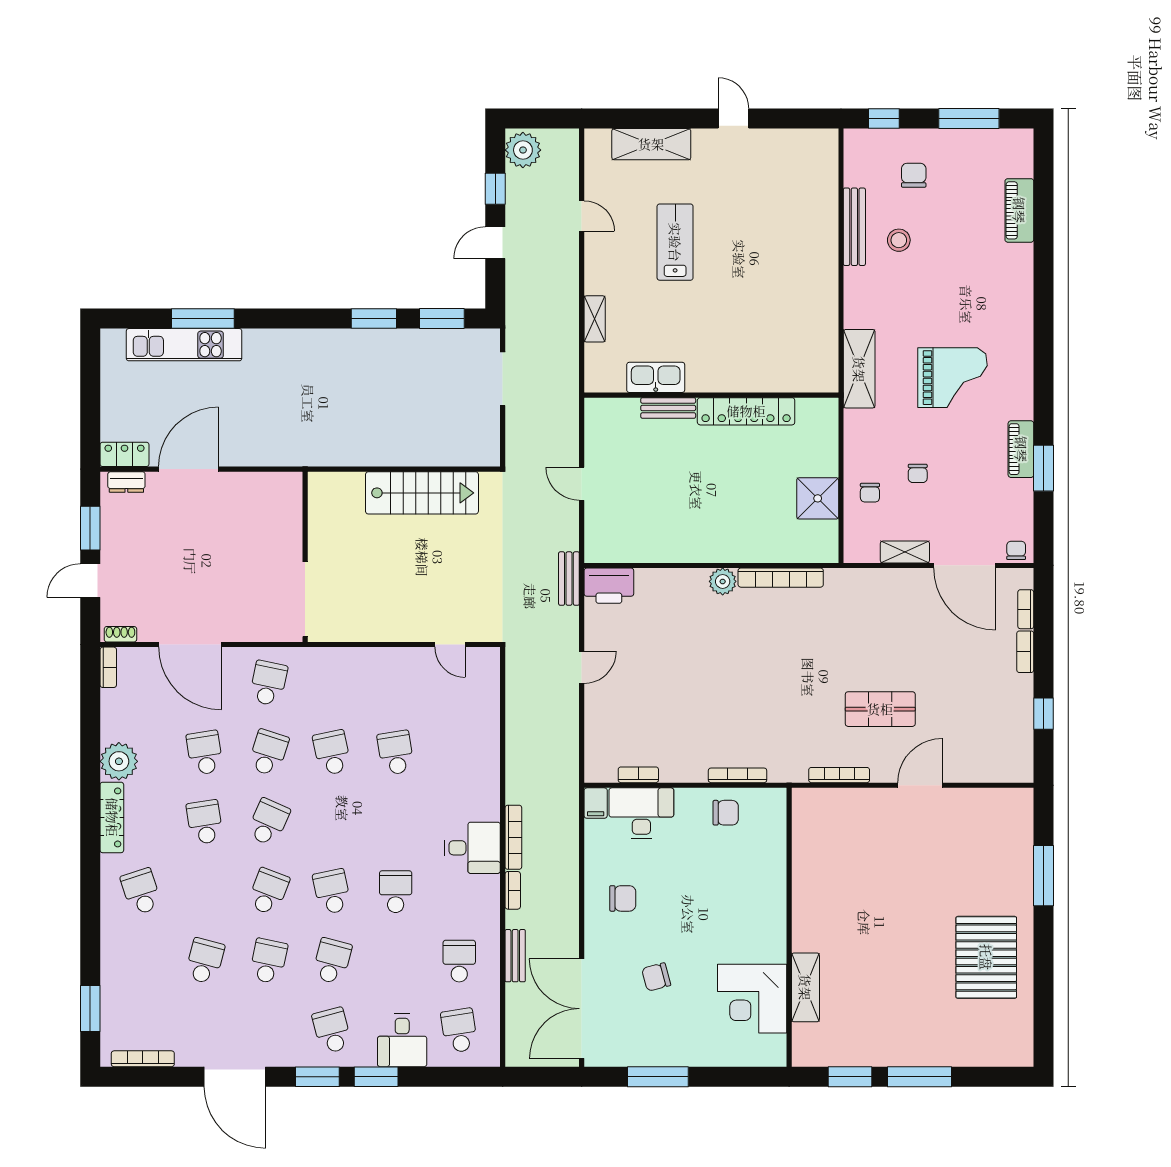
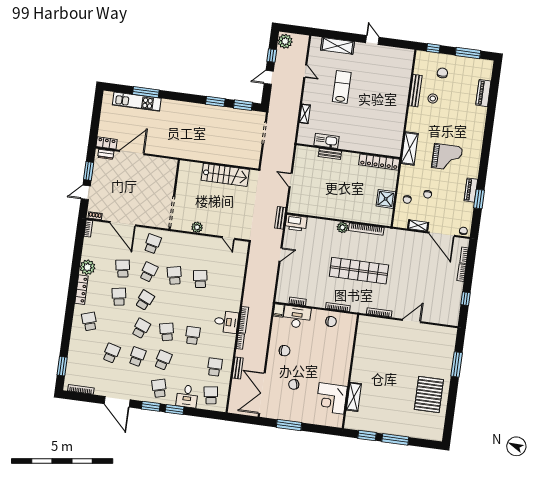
locker: (746, 411) -> (379, 162), moved
plant: (371, 629) -> (197, 227), added
shop shelf: (880, 709) -> (359, 271), moved, width x2.00, depth x1.36

